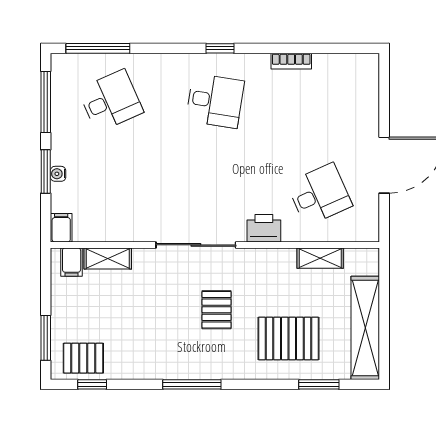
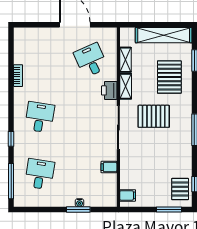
window: (220, 48) -> (11, 139), moved
desk: (111, 101) -> (40, 174), turned 33
window: (46, 102) -> (40, 210), removed
filing cabinet: (61, 228) -> (109, 167), moved
shelving: (108, 258) -> (126, 86), moved
pallet: (217, 310) -> (154, 116), width x1.50, depth x1.42

